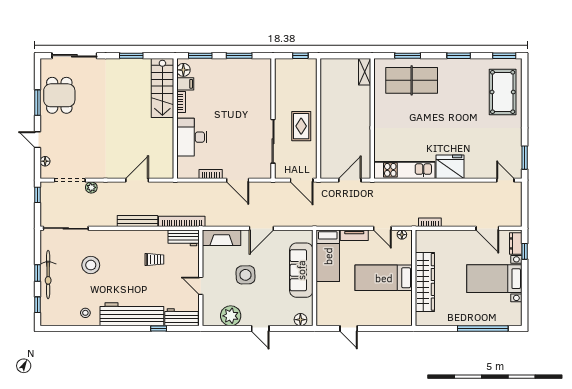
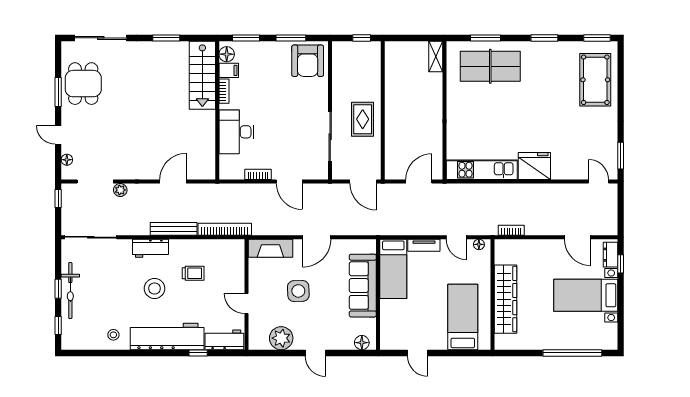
armchair: (254, 76) -> (308, 61), added
workbench: (184, 238) -> (151, 248), moved
stool: (91, 265) -> (155, 288), moved
bed: (384, 278) -> (463, 317), moved, turned 90

